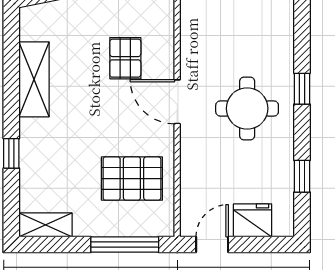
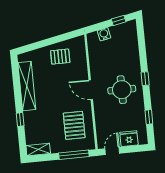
pallet: (125, 58) -> (60, 57), moved, turned 90
shelving: (34, 79) -> (27, 86), width x1.47
pallet: (132, 179) -> (74, 125), turned 90

